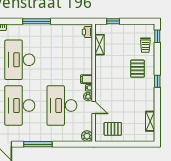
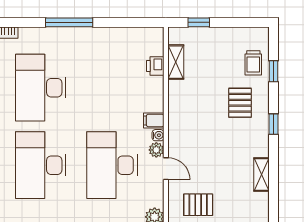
printer: (87, 32) -> (155, 66), moved
window: (157, 36) -> (273, 71), moved
shelving: (150, 121) -> (261, 174), moved

